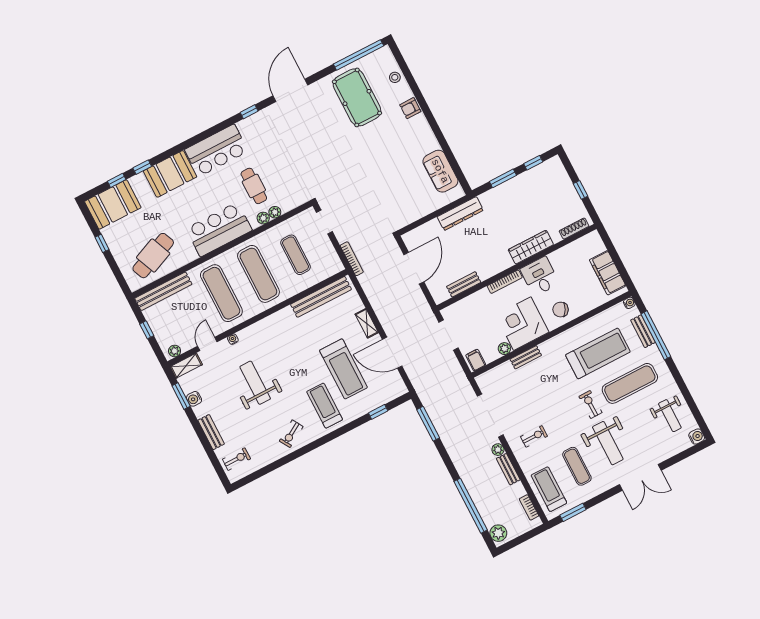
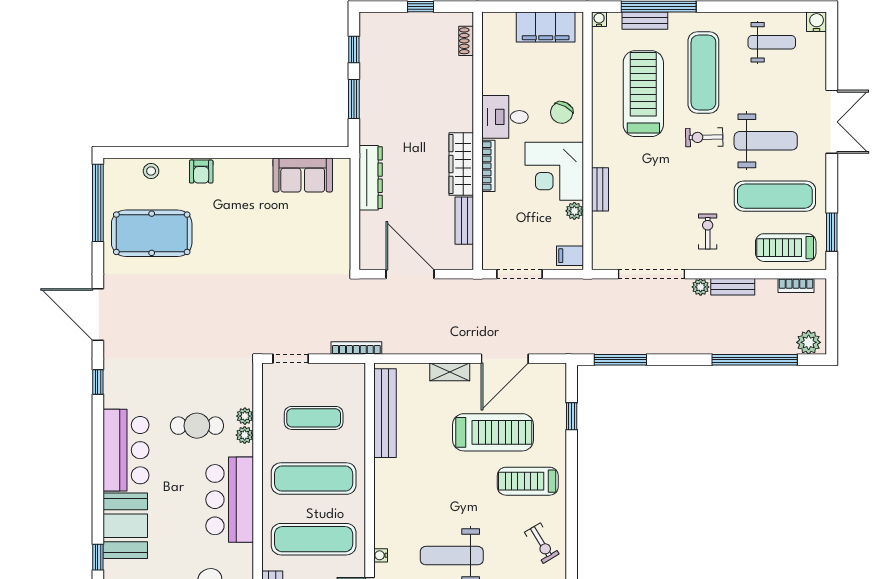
shoe rack: (574, 229) -> (466, 41), width x0.70
wardrobe: (531, 247) -> (461, 164), moved
exercise mat: (577, 466) -> (775, 196), width x1.36, depth x1.45

